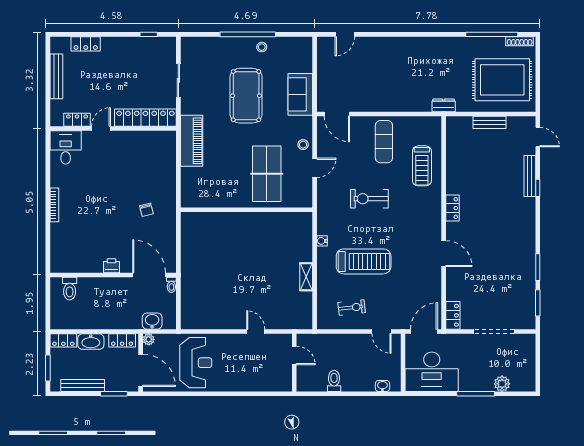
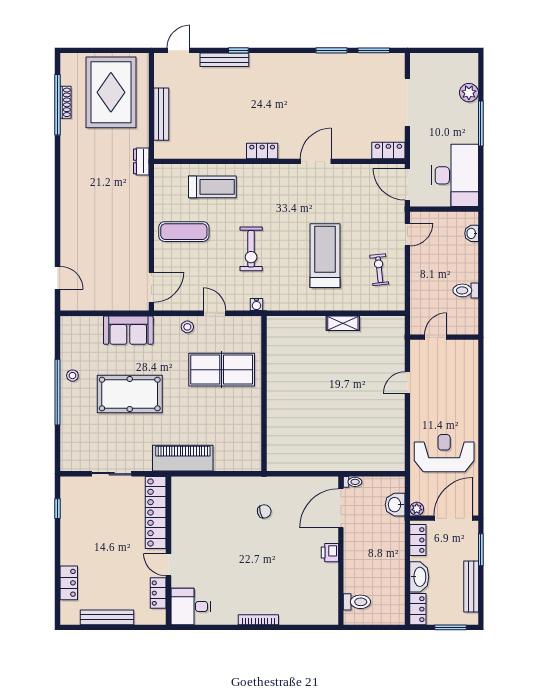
shoe rack: (520, 41) -> (65, 102), moved
bench: (490, 122) -> (161, 114), width x1.36
water cooler: (322, 241) -> (256, 305), moved

